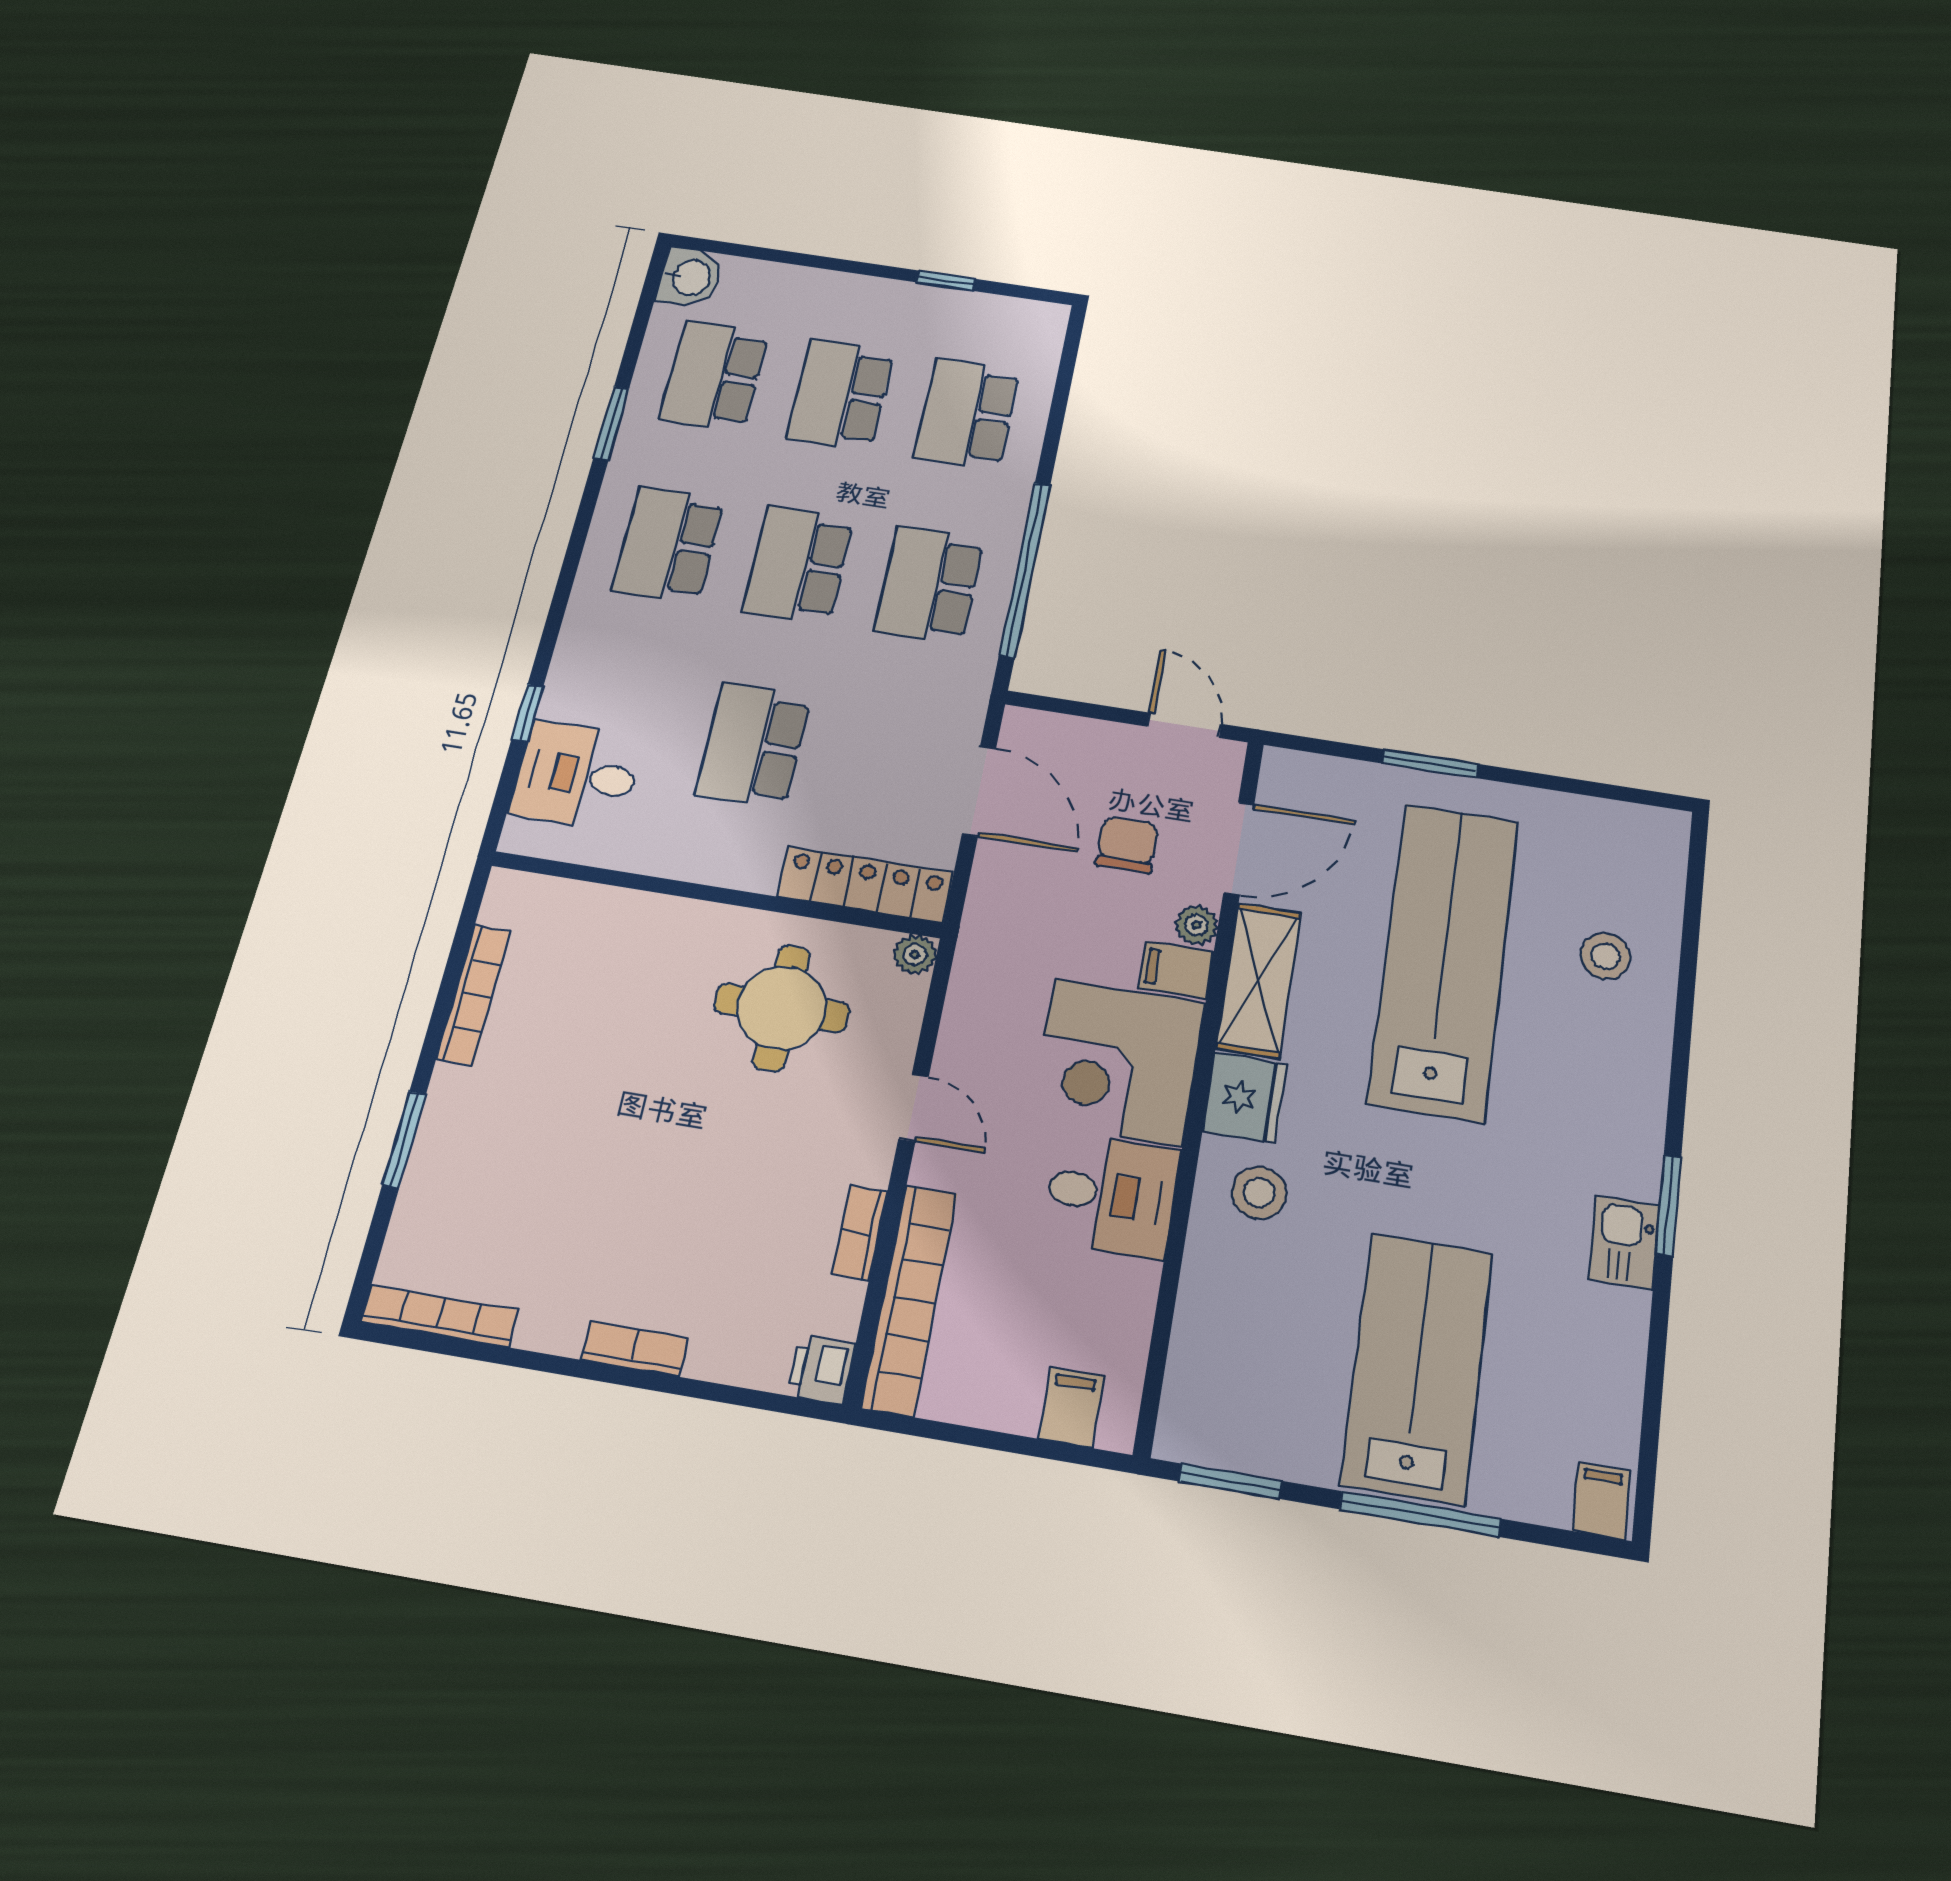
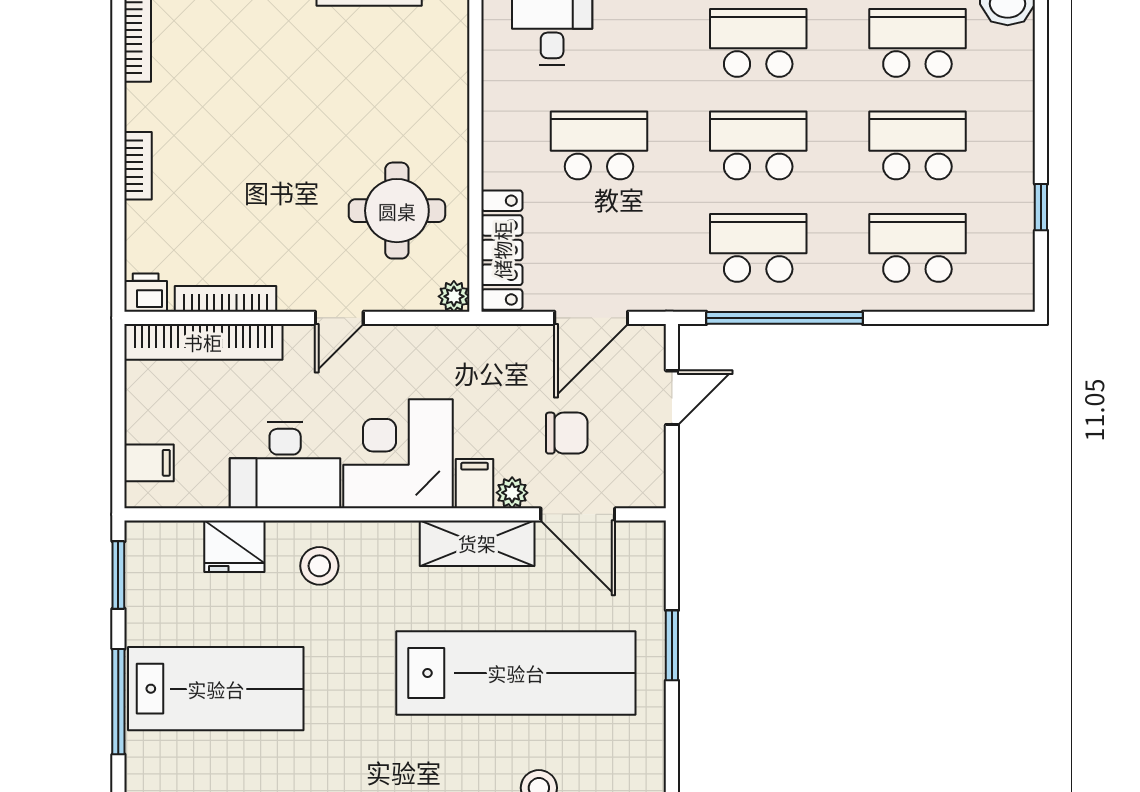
door: (1184, 725) -> (672, 398), moved
fridge: (1245, 1098) -> (234, 546), moved
desk: (1111, 1195) -> (285, 465), width x1.37
bookcase: (860, 1232) -> (226, 299), width x1.56

